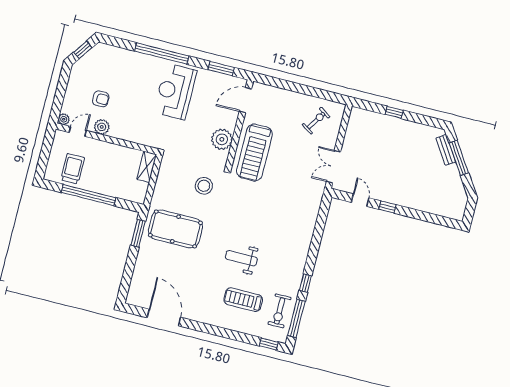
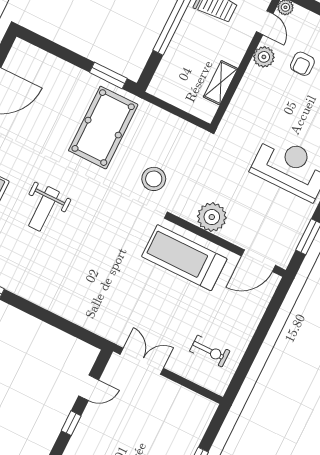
door: (245, 100) -> (258, 261), swing flipped
exercise bike: (316, 121) -> (210, 351), turned -33
shelving: (147, 167) -> (221, 83), moved, turned 90
weight bench: (241, 258) -> (44, 209), turned 180

